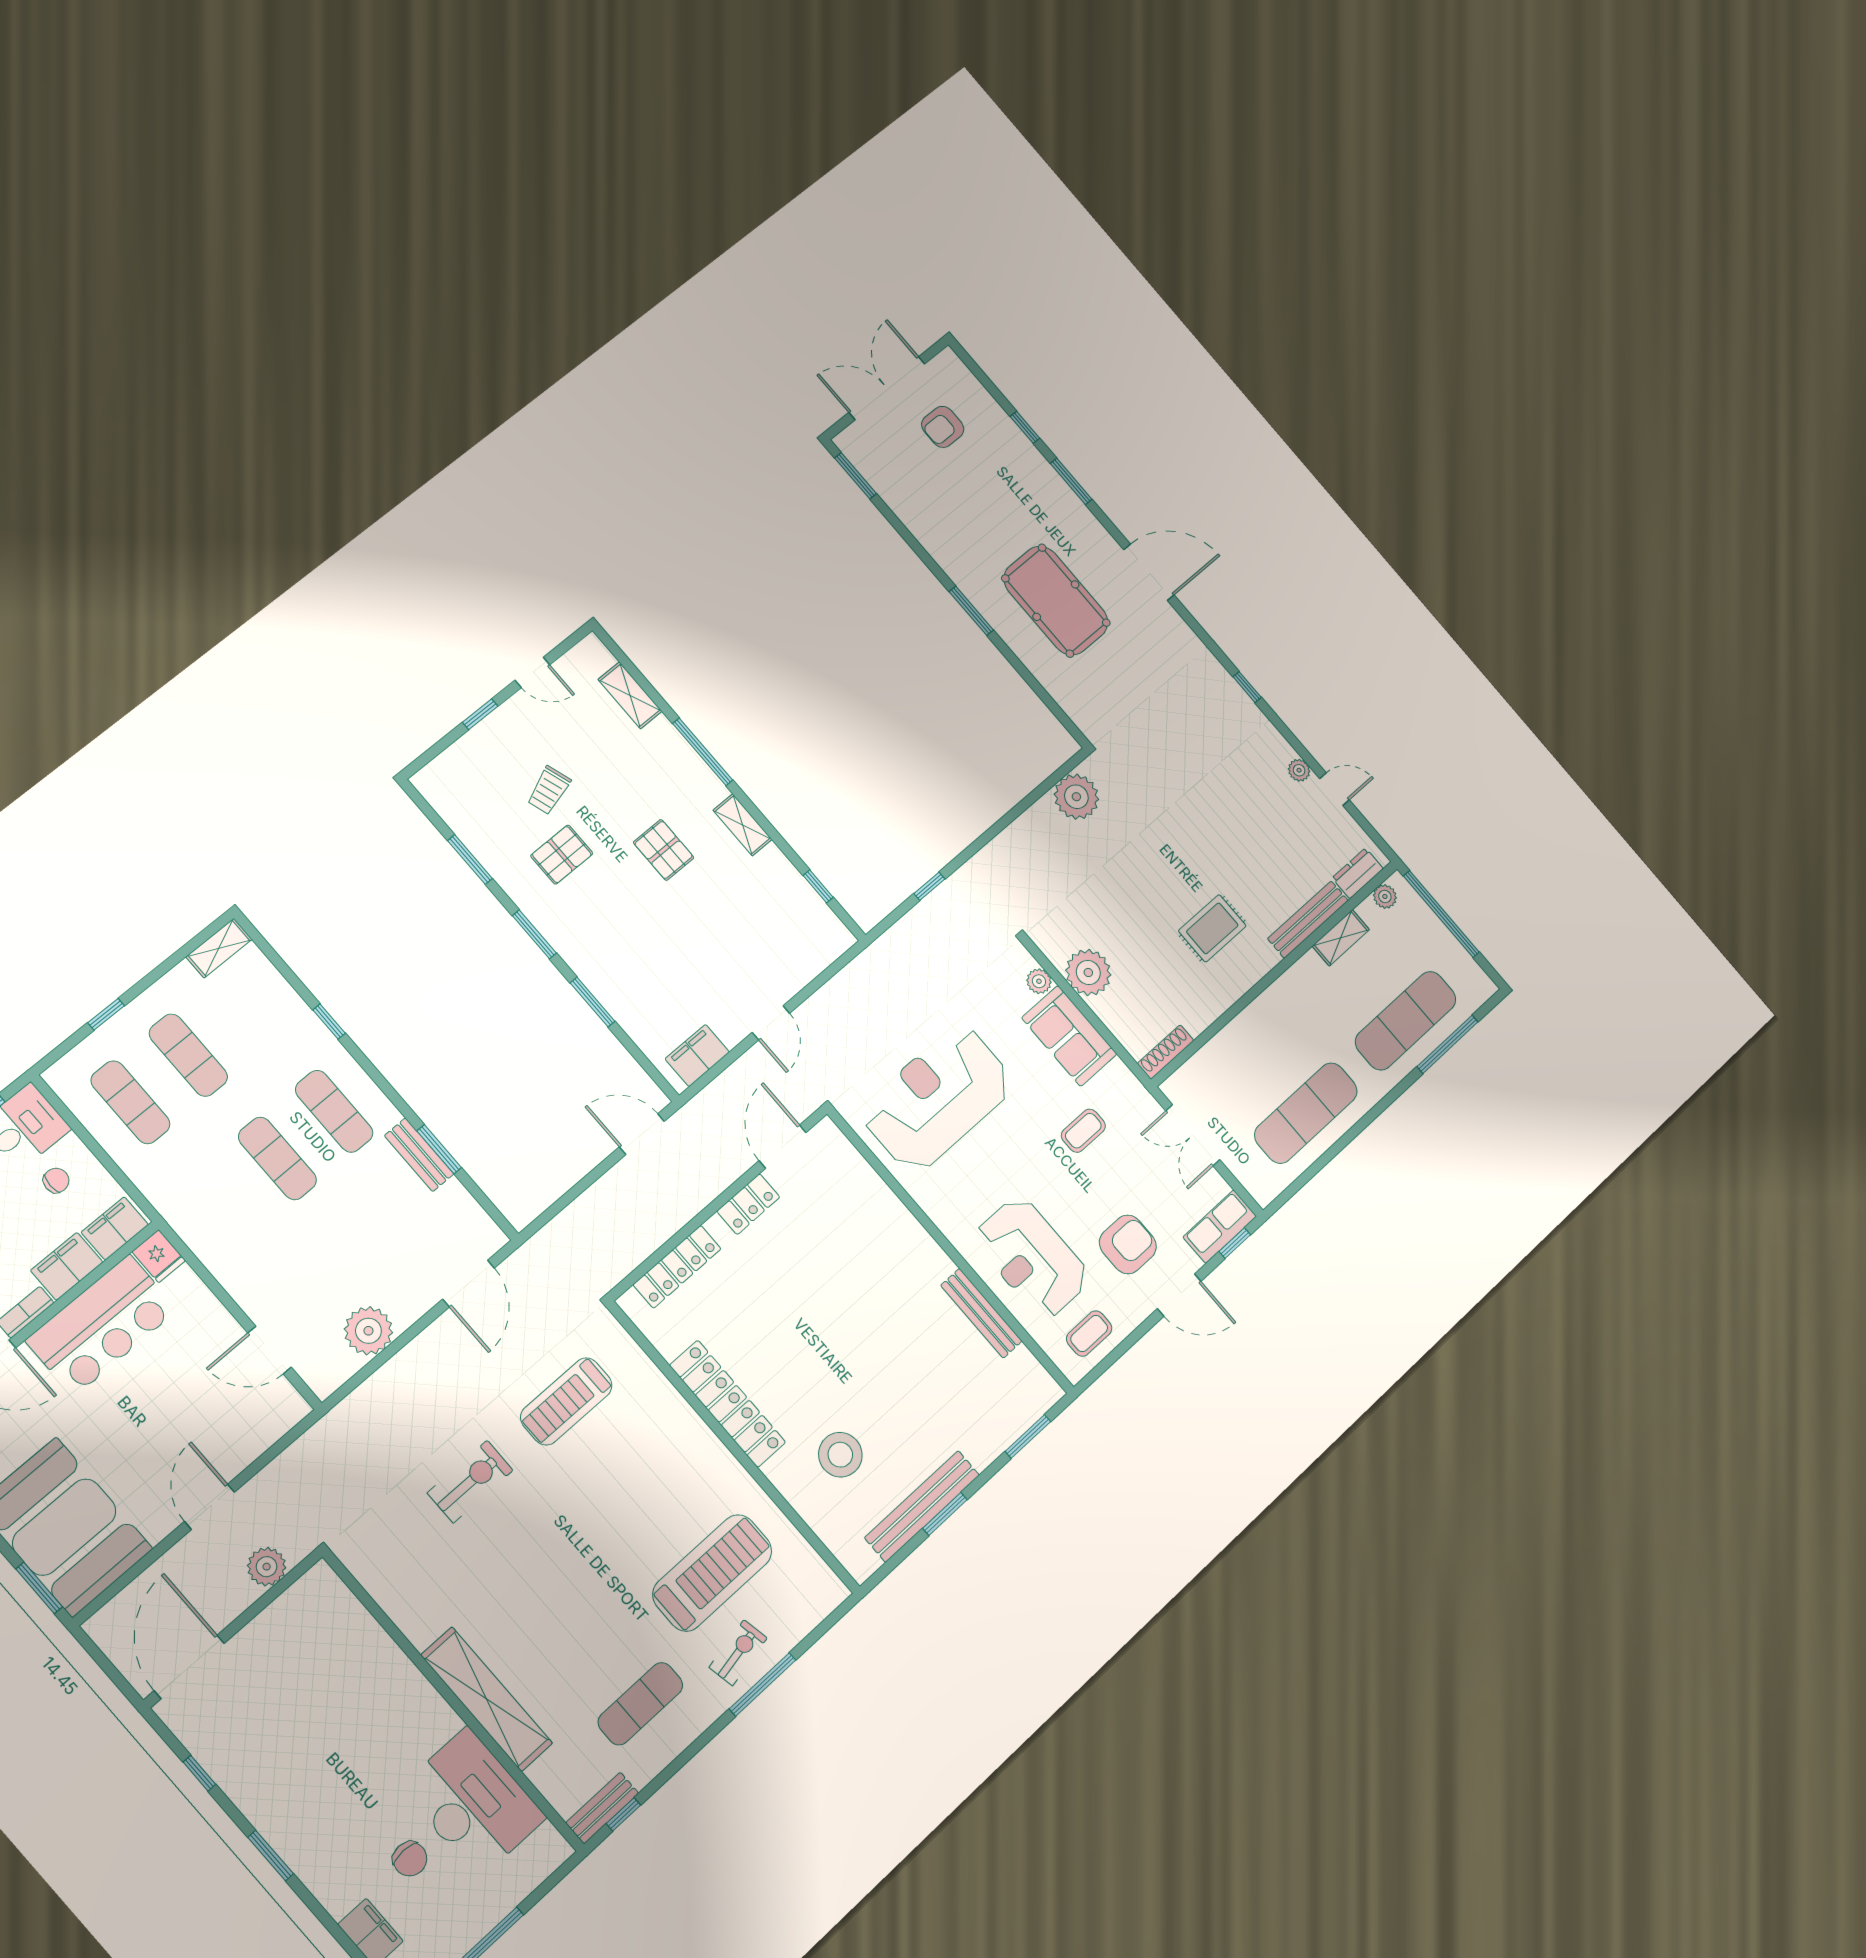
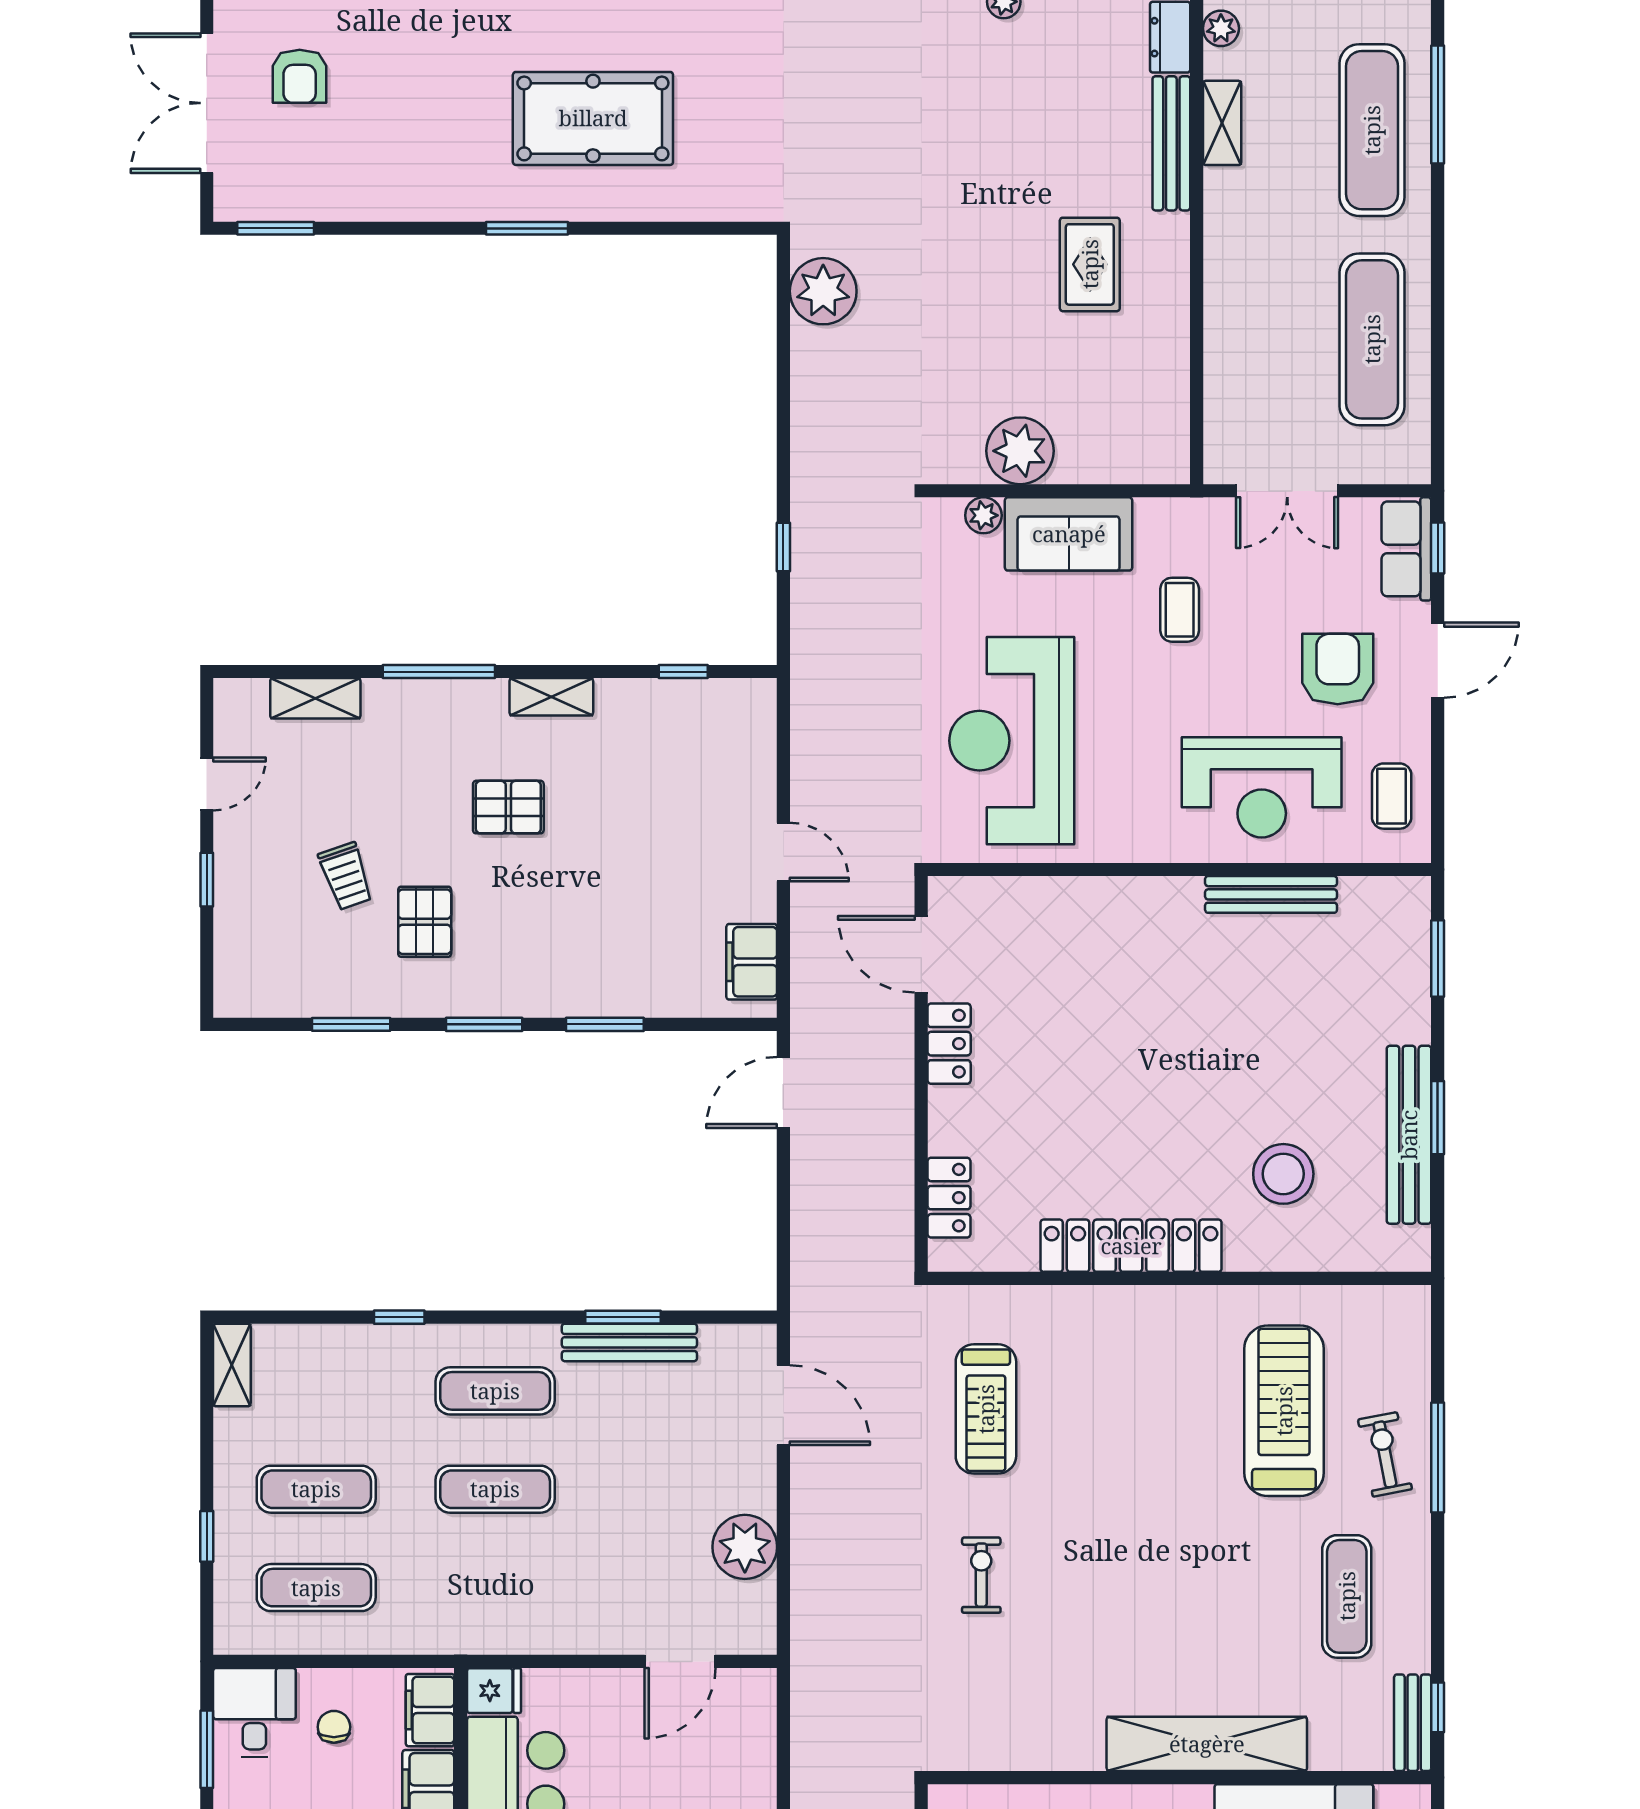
shoe rack: (1166, 1052) -> (1175, 440), removed
bench: (419, 1155) -> (629, 1342), width x1.36
locker: (677, 1267) -> (949, 1198), width x0.66
exercise bike: (470, 1482) -> (981, 1575), width x0.73, depth x0.72

